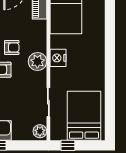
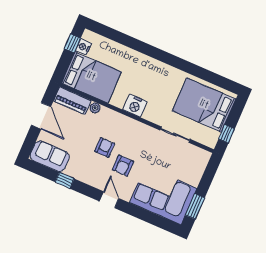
plant: (37, 61) -> (95, 108), moved, width x0.53, depth x0.53
plant: (40, 131) -> (200, 156), removed

